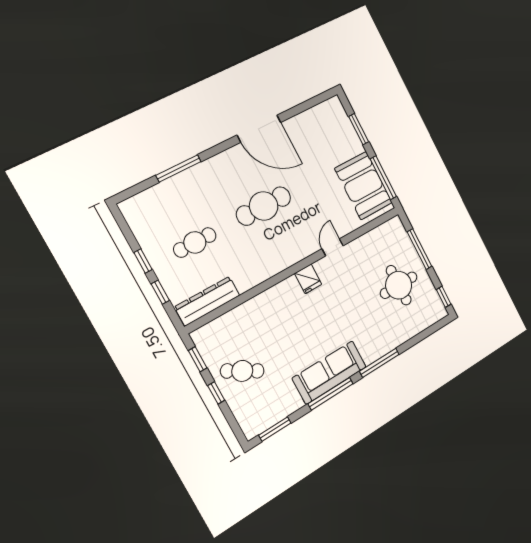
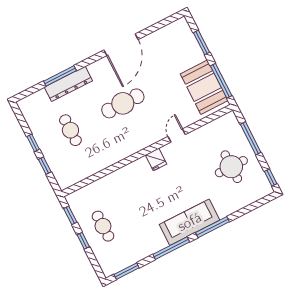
door: (259, 129) -> (121, 45), hinge flipped
cafe table: (195, 242) -> (70, 130), turned 90
dresser: (207, 301) -> (68, 84), moved, turned 180
cafe table: (242, 371) -> (103, 226), turned 58
sofa: (329, 372) -> (190, 222), moved

